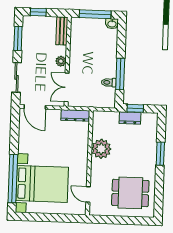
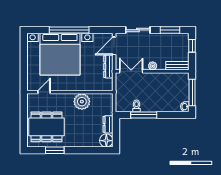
window: (135, 108) -> (116, 128), removed
dresser: (75, 115) -> (108, 67), moved
floor lamp: (150, 121) -> (106, 141), added
window: (160, 154) -> (55, 150), moved
window: (13, 179) -> (69, 30), moved
bed with nightstands: (42, 184) -> (60, 54), width x1.36
dining table: (130, 193) -> (46, 127), width x1.38

